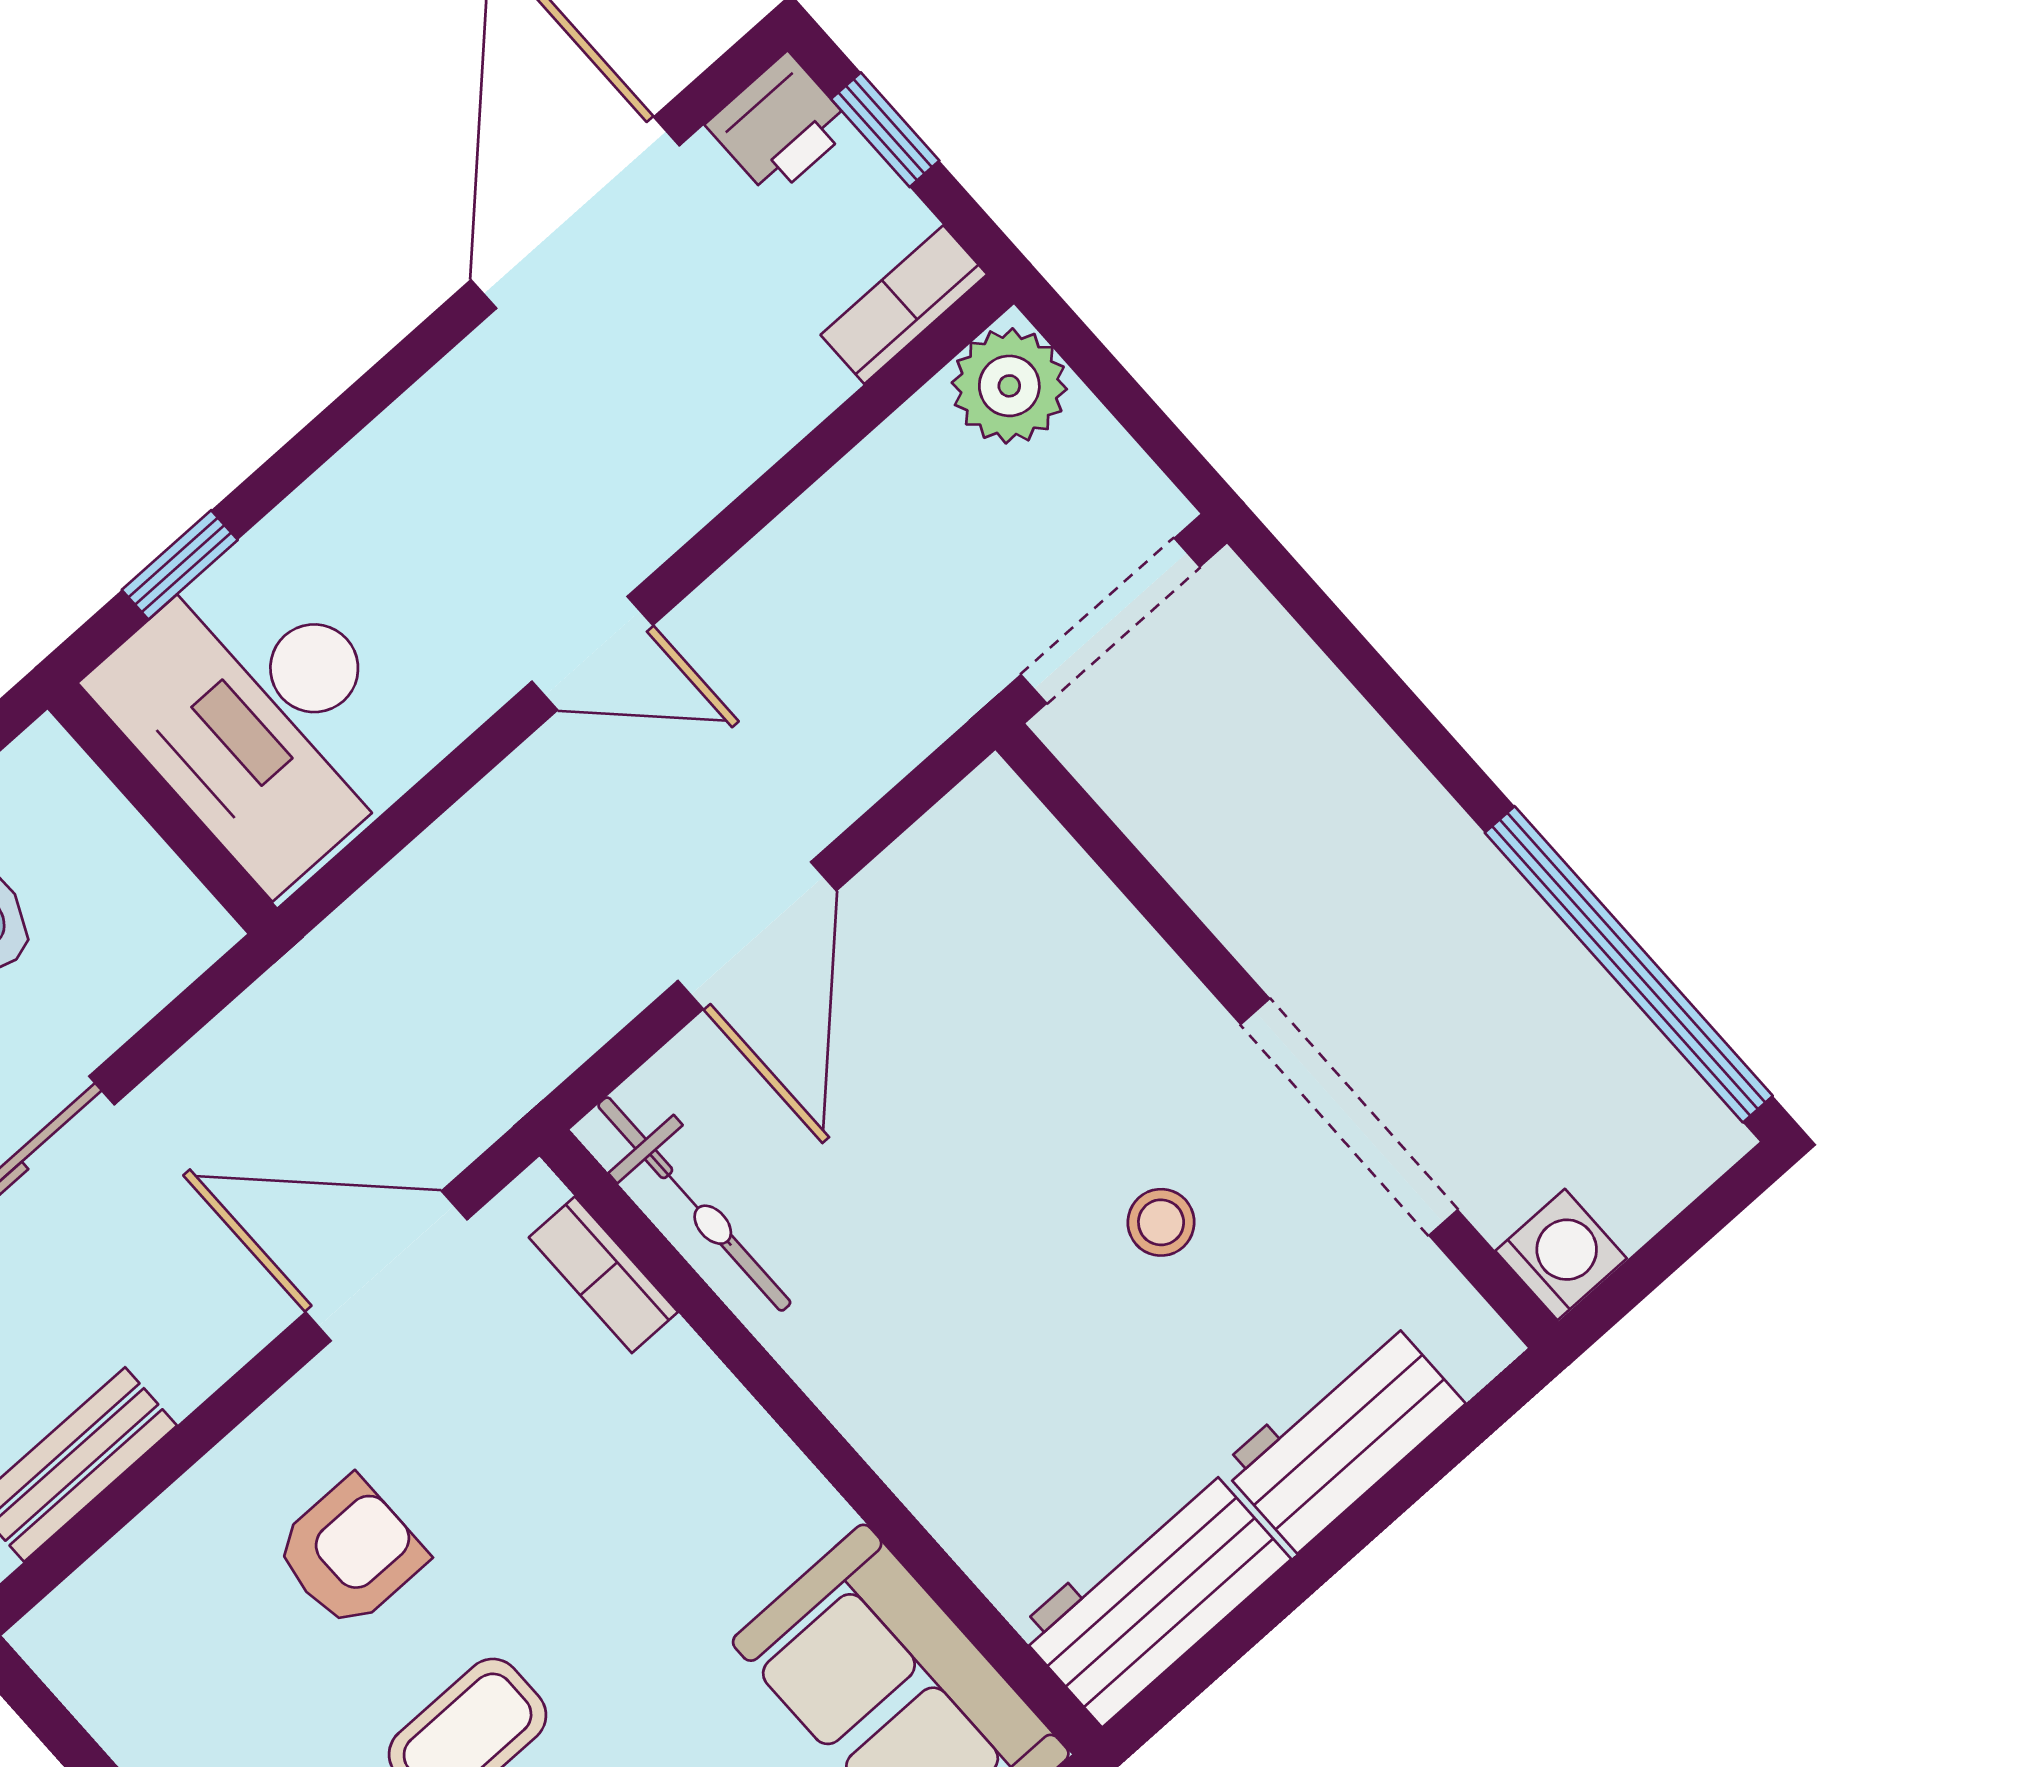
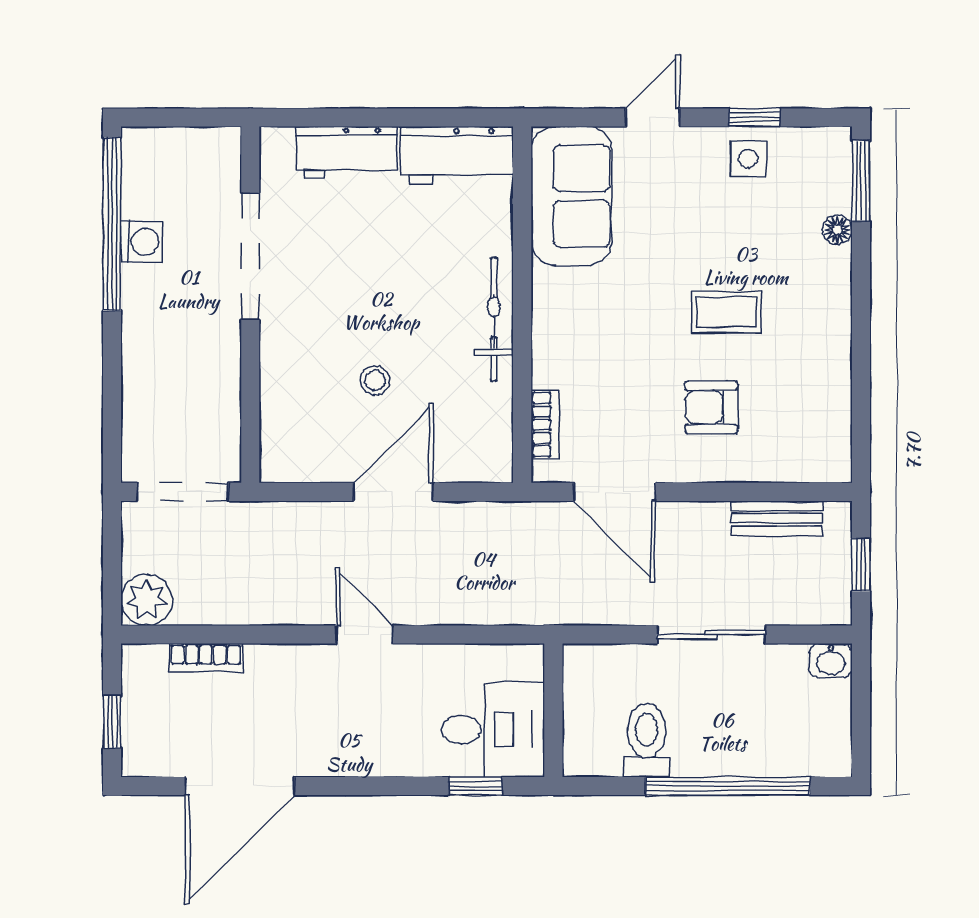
printer: (780, 125) -> (146, 755), removed
bookcase: (904, 305) -> (206, 658), moved
desk: (261, 716) -> (493, 730), width x0.73
bicycle: (694, 1204) -> (494, 319), moved
stool: (1161, 1222) -> (375, 380), moved
washing machine: (1561, 1255) -> (142, 242), moved, turned 180

